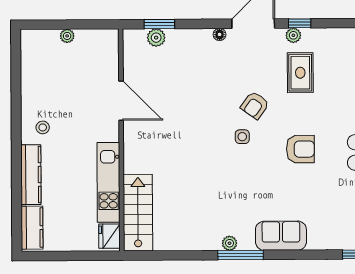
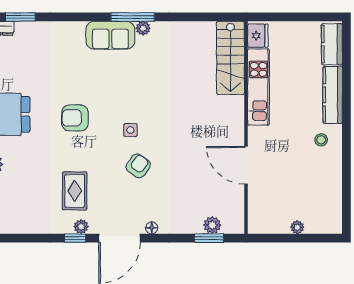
armchair: (255, 105) -> (138, 166), moved
sofa: (281, 236) -> (110, 35), moved

